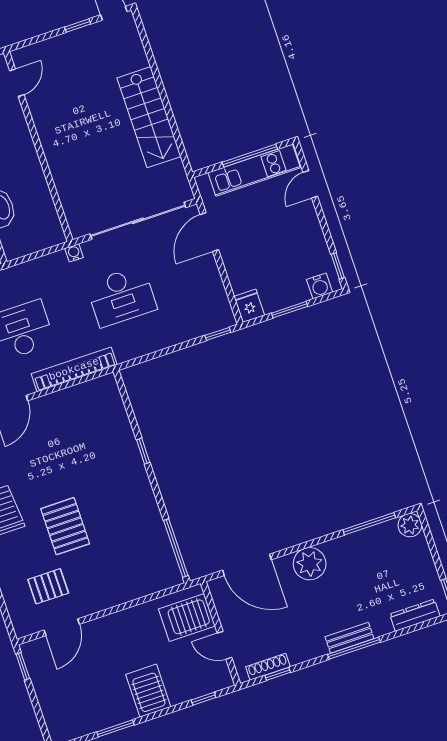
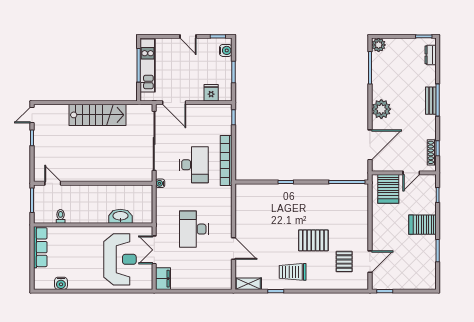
door: (310, 184) -> (188, 36), moved
fridge: (249, 306) -> (211, 93), moved, turned 90
bookcase: (74, 369) -> (226, 160), moved
dresser: (415, 615) -> (431, 55), width x0.70
door: (62, 627) -> (370, 262), hinge flipped

